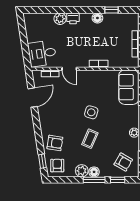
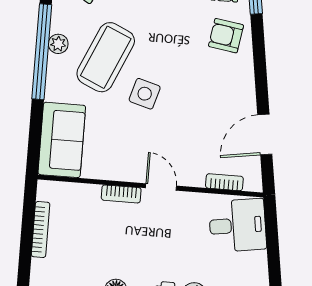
door: (69, 69) -> (161, 187), moved
coffee table: (90, 139) -> (106, 57), moved, width x1.86, depth x1.72

